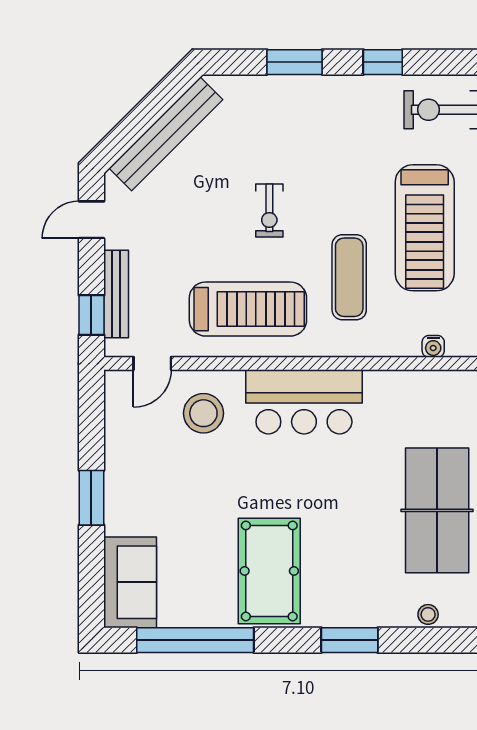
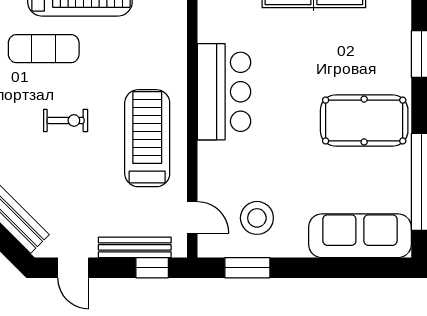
exercise mat: (349, 277) -> (44, 49), moved
stool: (203, 413) -> (257, 218), moved
window: (91, 498) -> (247, 268), moved
sofa: (130, 582) -> (360, 236), width x1.36

